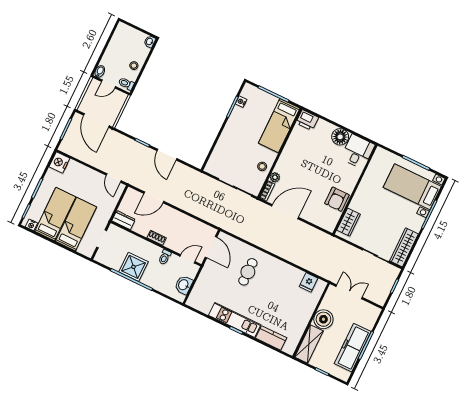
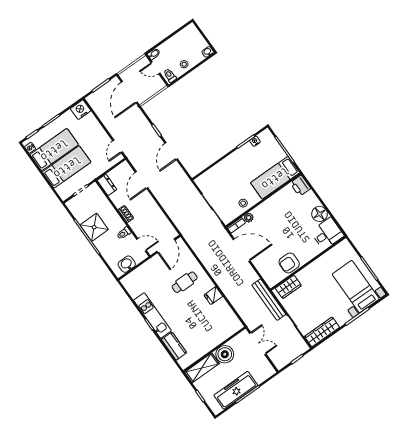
door: (154, 197) -> (142, 180), hinge flipped
bench: (337, 245) -> (269, 300), added
fridge: (309, 282) -> (213, 296), moved

